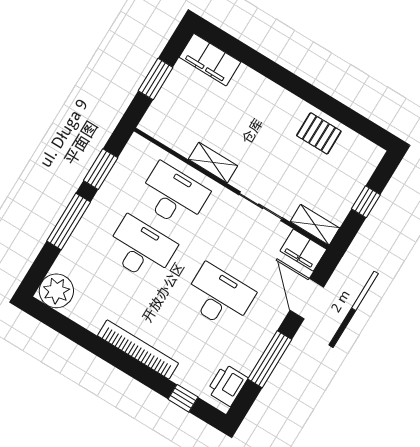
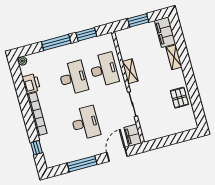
window: (366, 202) -> (173, 139), removed
shelving: (315, 225) -> (174, 57), moved
plant: (56, 291) -> (22, 61), width x0.53, depth x0.53
printer: (227, 385) -> (31, 84), moved, turned 90

